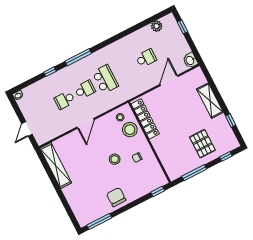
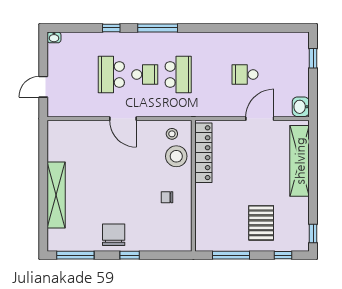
plant: (157, 26) -> (280, 40), removed
school desk: (146, 58) -> (245, 74), turned 180
school desk: (65, 100) -> (111, 74), width x1.85
shelving: (210, 101) -> (300, 161), width x1.47
window: (231, 121) -> (313, 234), moved
door: (86, 123) -> (123, 119), hinge flipped
stool: (115, 159) -> (137, 184), removed
shelving: (56, 165) -> (56, 195), moved
window: (158, 191) -> (130, 255), moved

